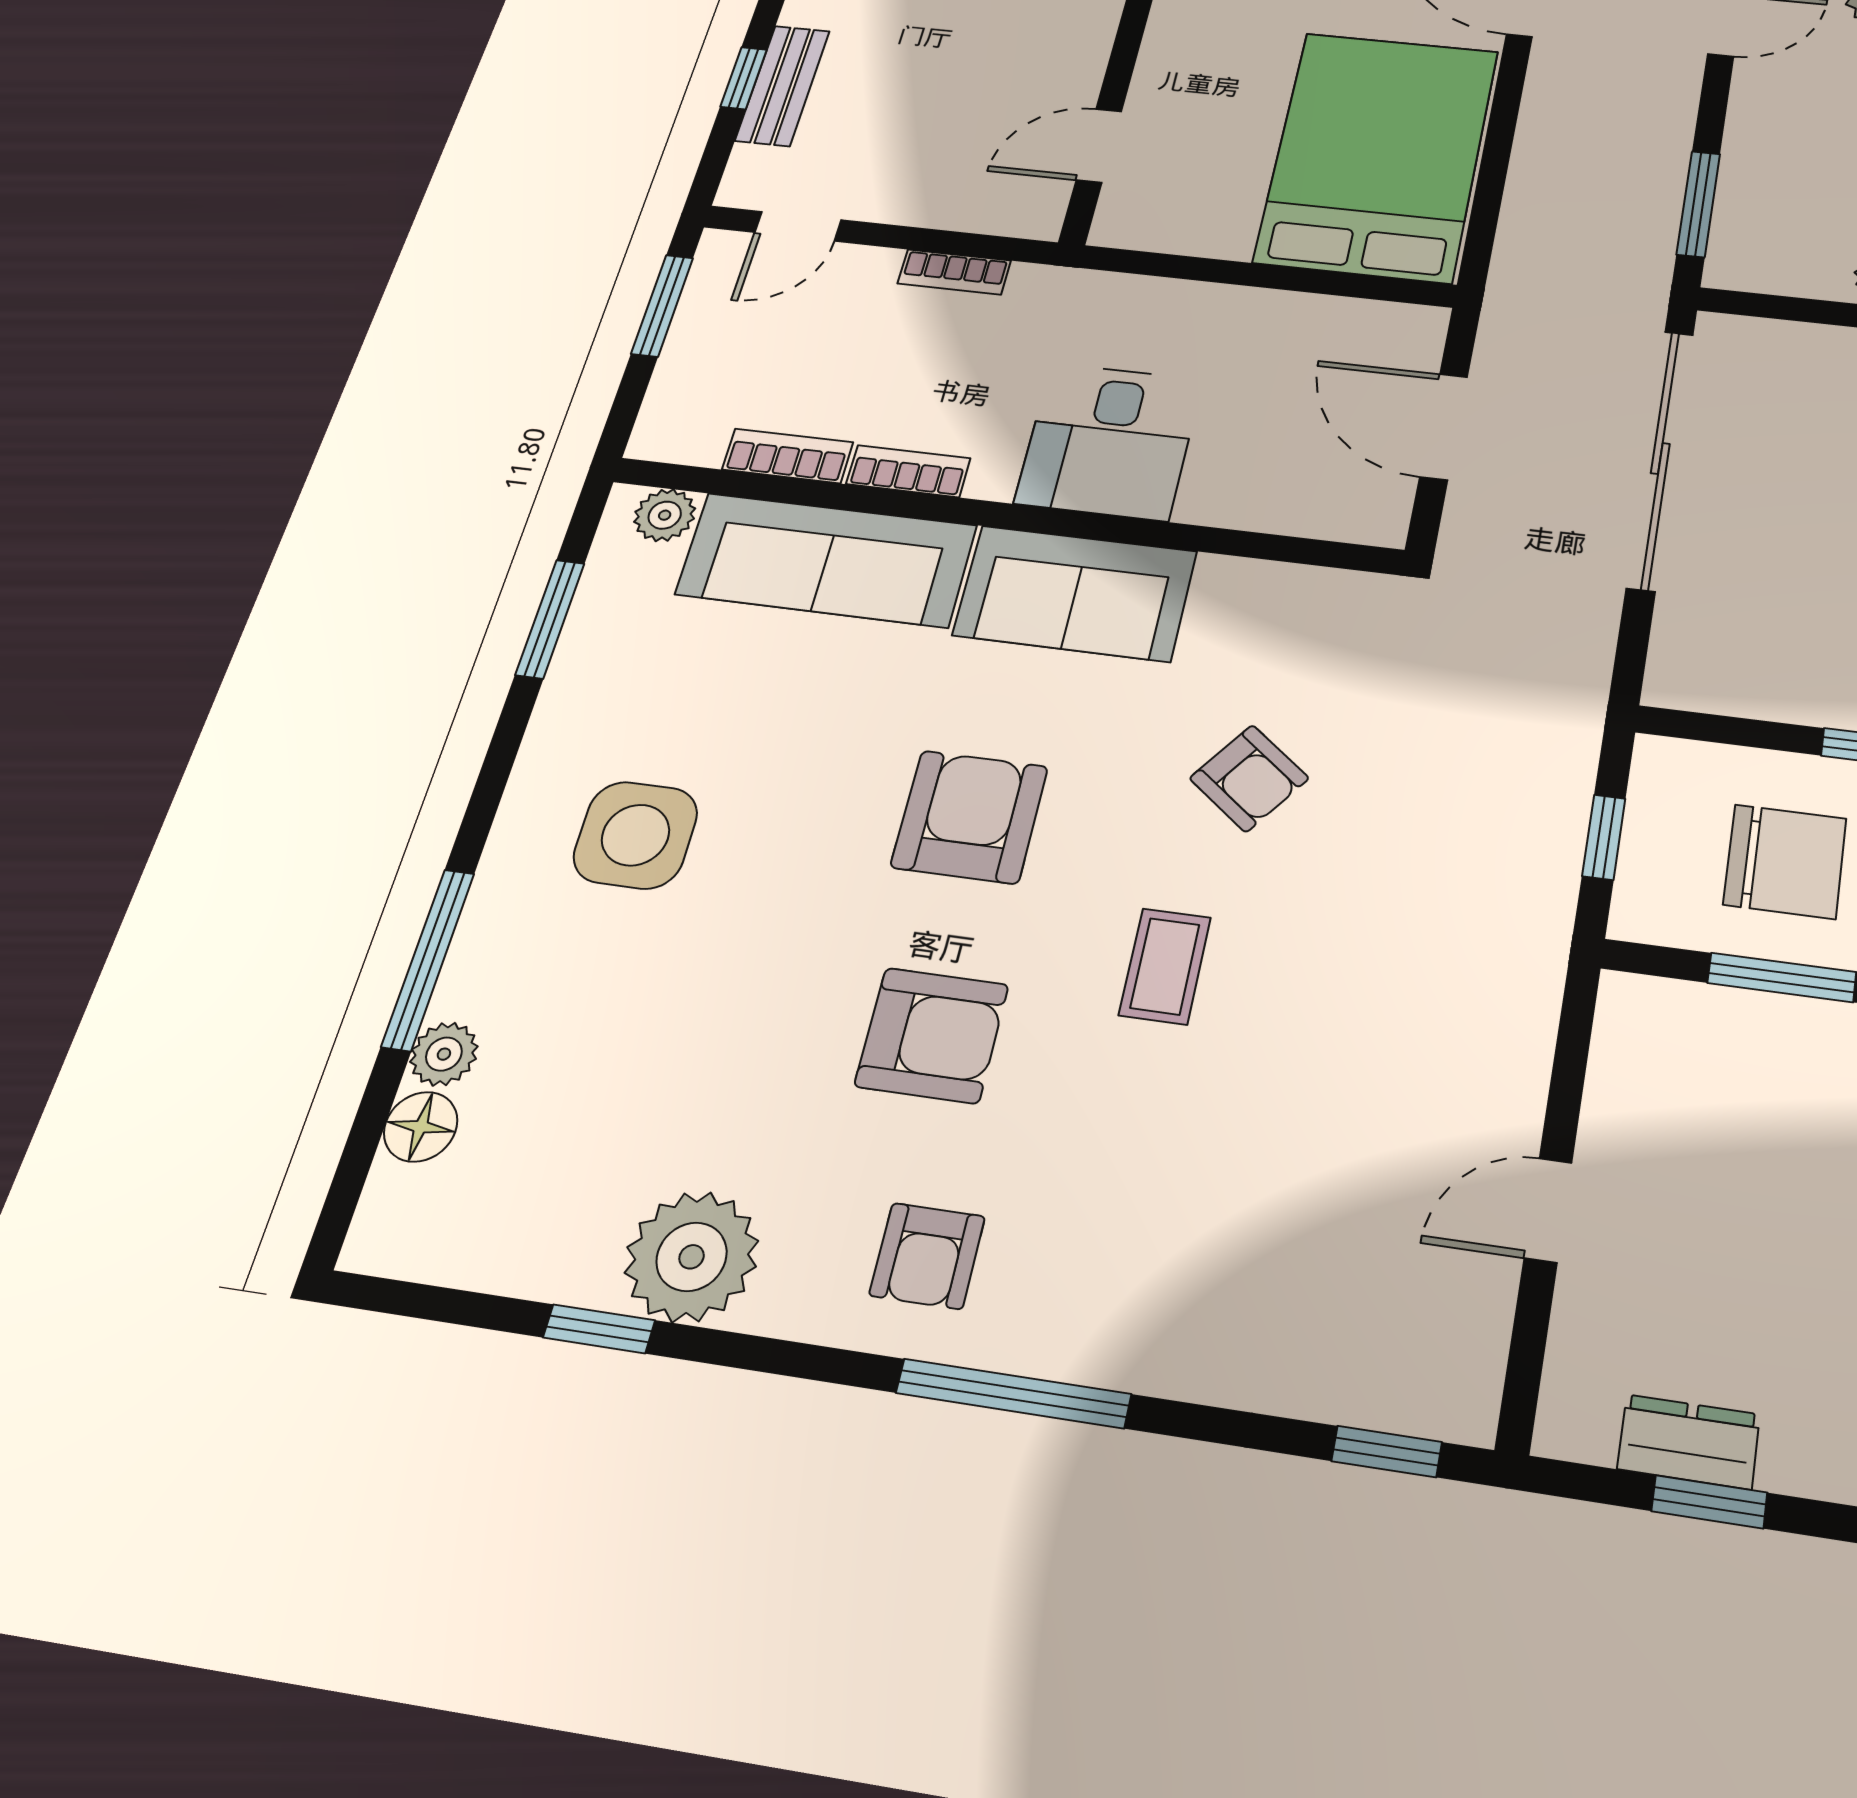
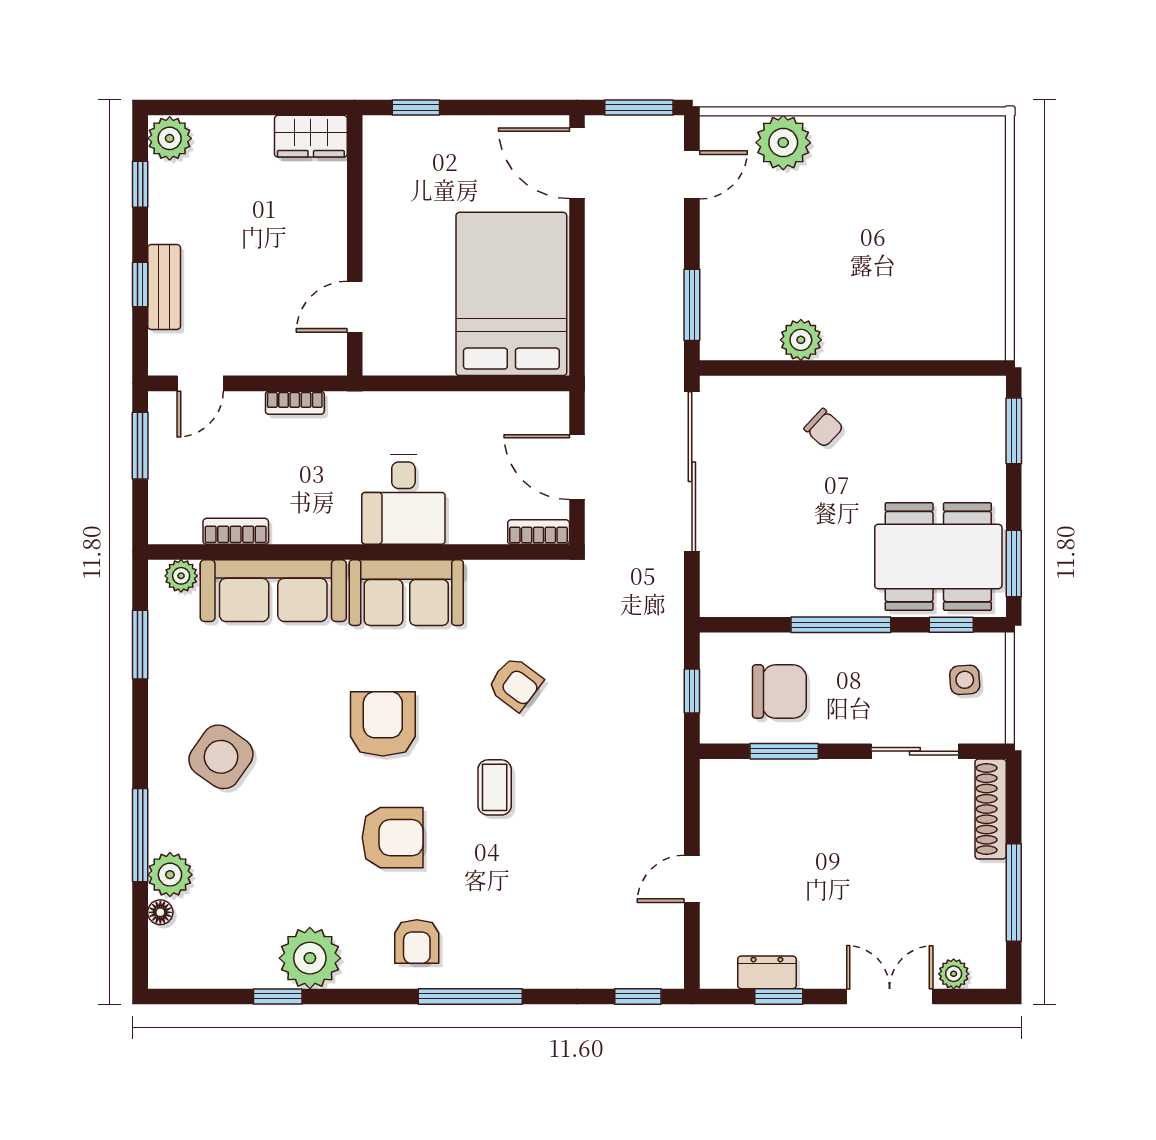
bookcase: (908, 471) -> (539, 532), moved
side table: (635, 835) -> (221, 757), turned 35
plant: (444, 1054) -> (170, 875), width x1.38, depth x1.38
floor lamp: (421, 1127) -> (160, 912), width x0.73, depth x0.73

